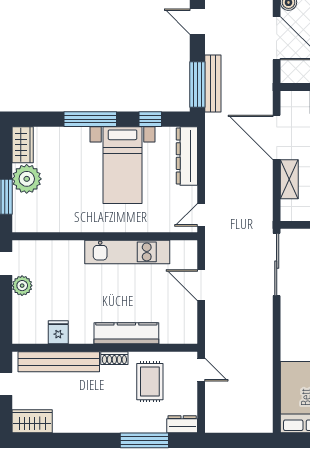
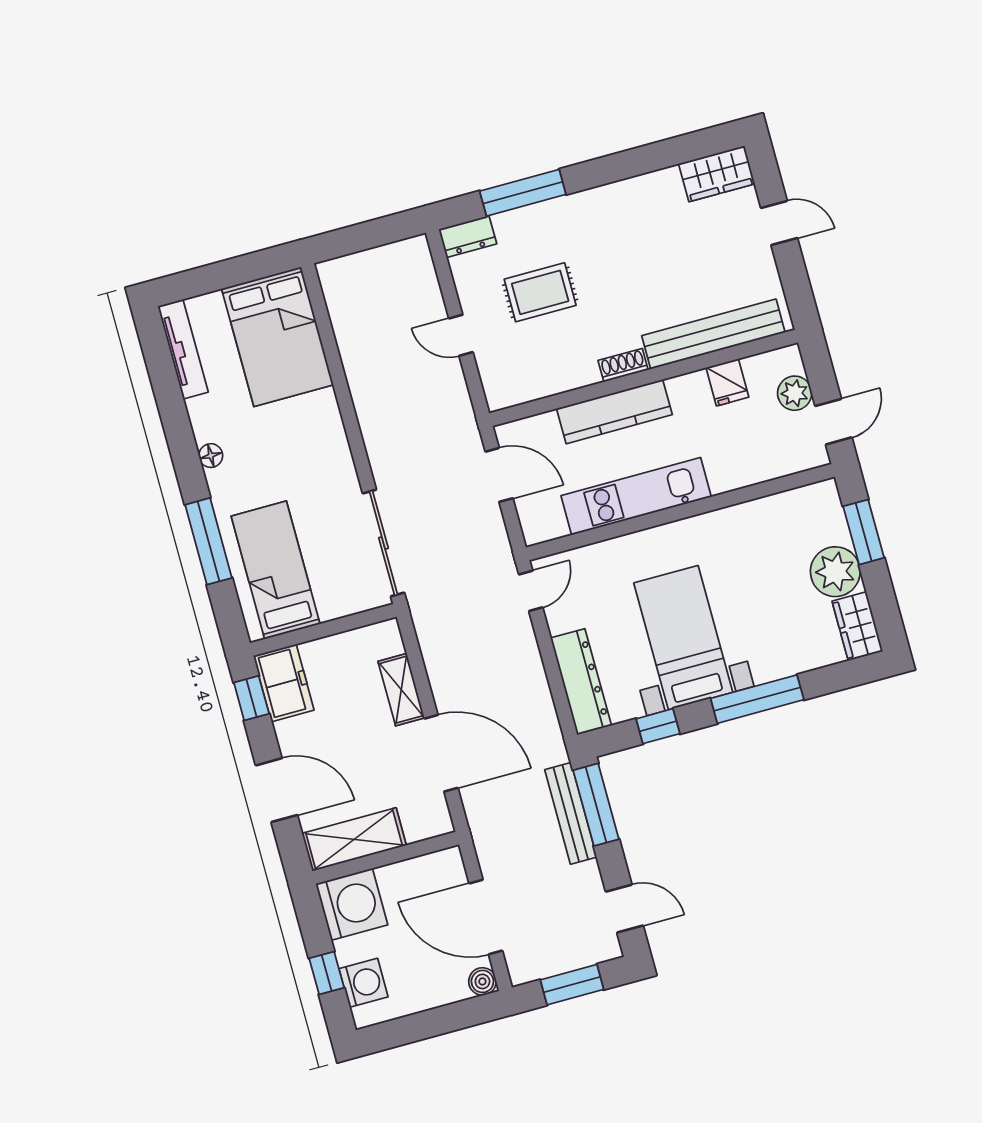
fridge: (58, 332) -> (727, 382), moved
kitchen counter: (126, 333) -> (614, 412), moved
wall: (105, 348) -> (644, 378), moved
shoe rack: (114, 358) -> (623, 365), moved
bench: (59, 362) -> (713, 334), moved
rug: (150, 382) -> (540, 292), turned 90

